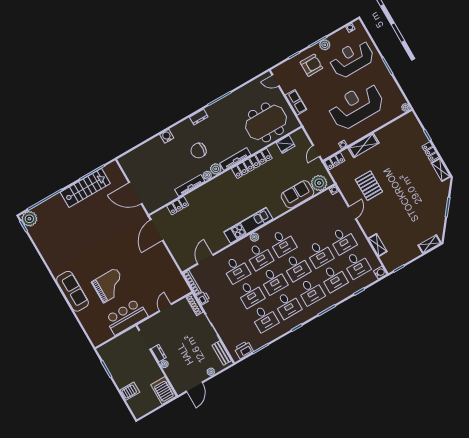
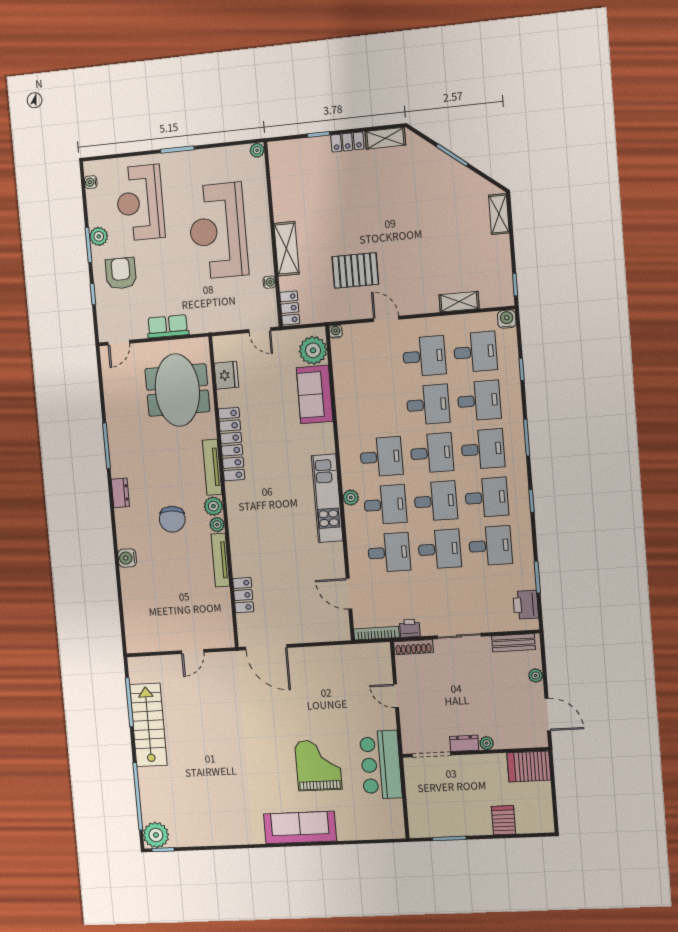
door: (135, 193) -> (193, 652), width x0.53

